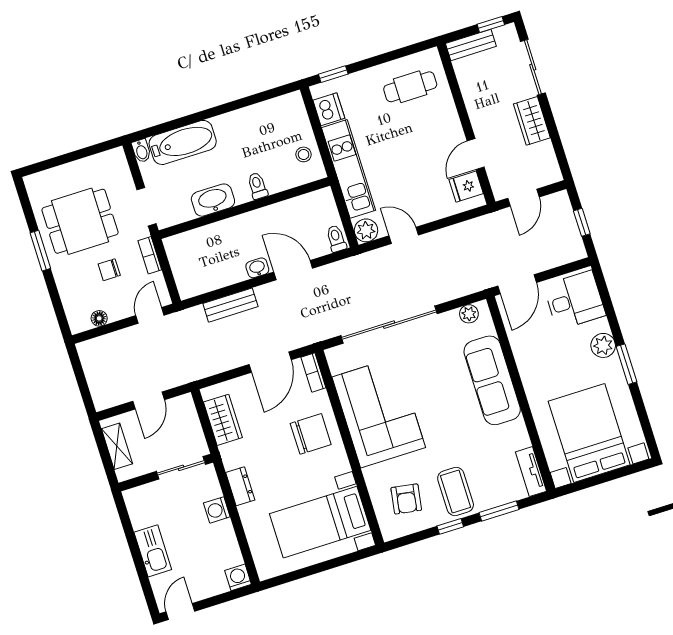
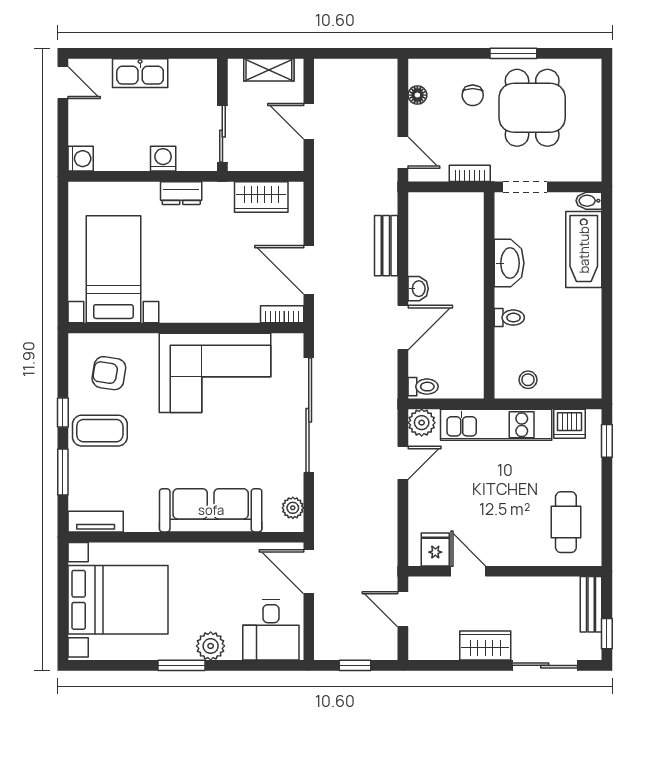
chair: (109, 270) -> (473, 95), moved, turned 180
chair: (311, 434) -> (215, 290), removed

